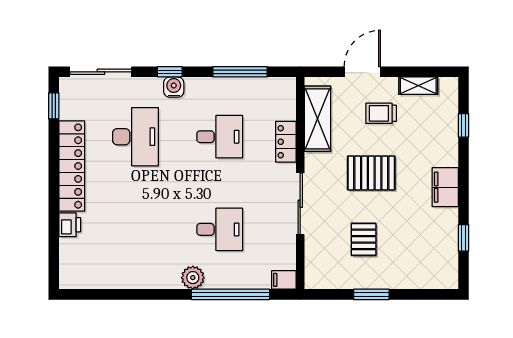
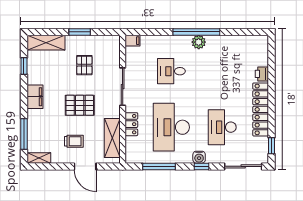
door: (362, 72) -> (85, 166), hinge flipped
shelving: (418, 86) -> (39, 158), moved
window: (463, 125) -> (24, 134), width x2.17
desk: (220, 137) -> (171, 127), width x1.87, depth x1.30
shelving: (427, 277) -> (46, 43), added
plant: (193, 278) -> (199, 42), moved
window: (231, 294) -> (196, 32), moved

